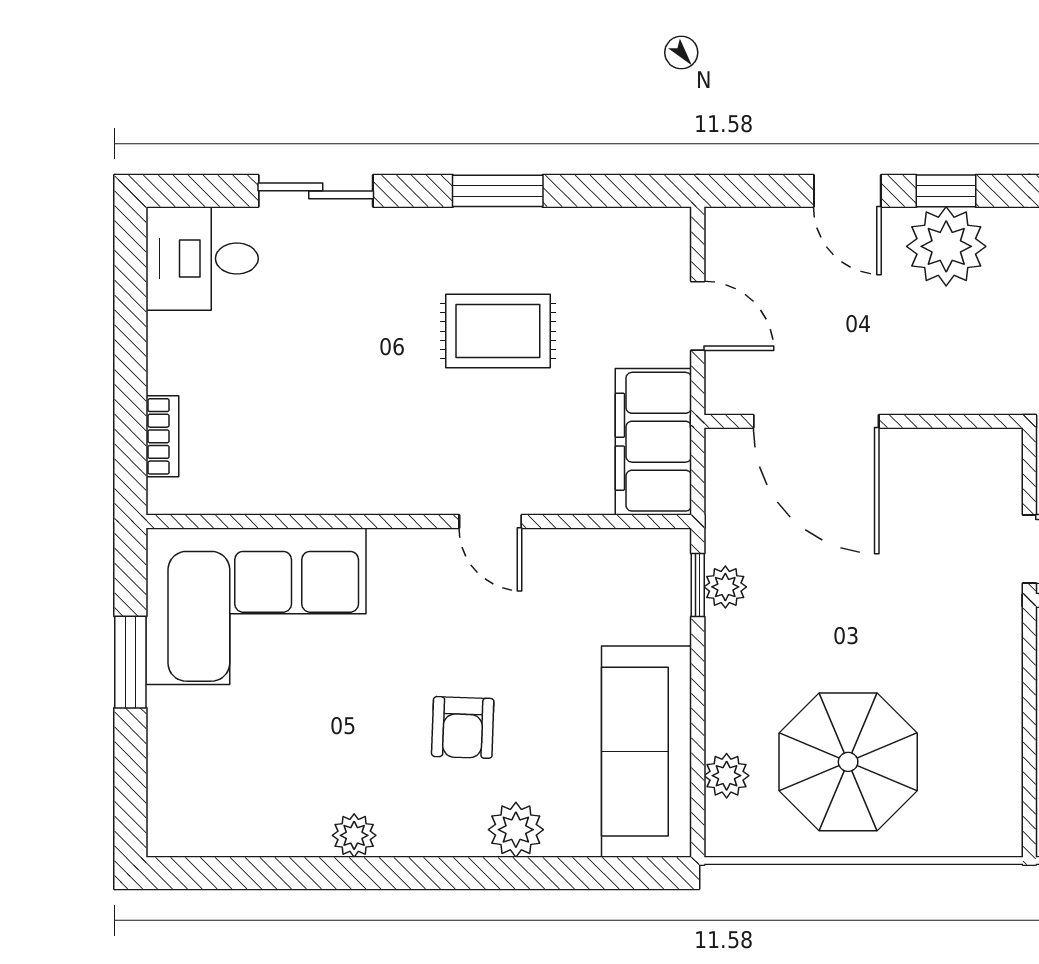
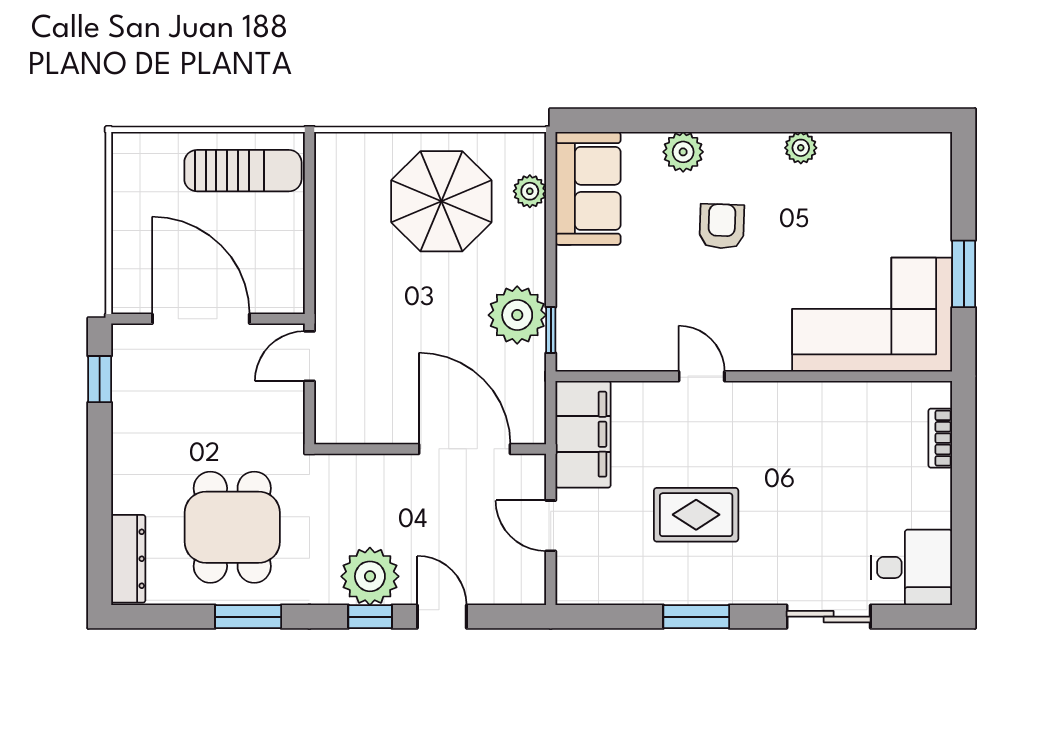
plant: (725, 587) -> (517, 315), width x1.87, depth x1.87
sofa: (647, 752) -> (588, 188), width x0.73

